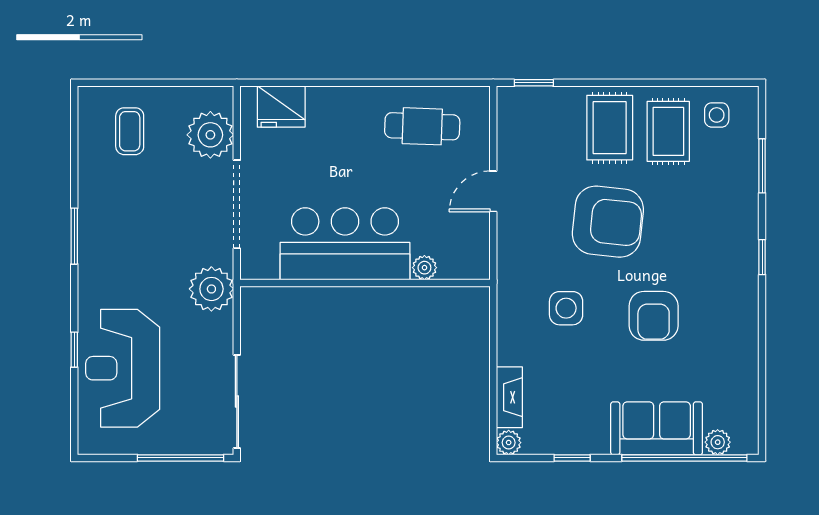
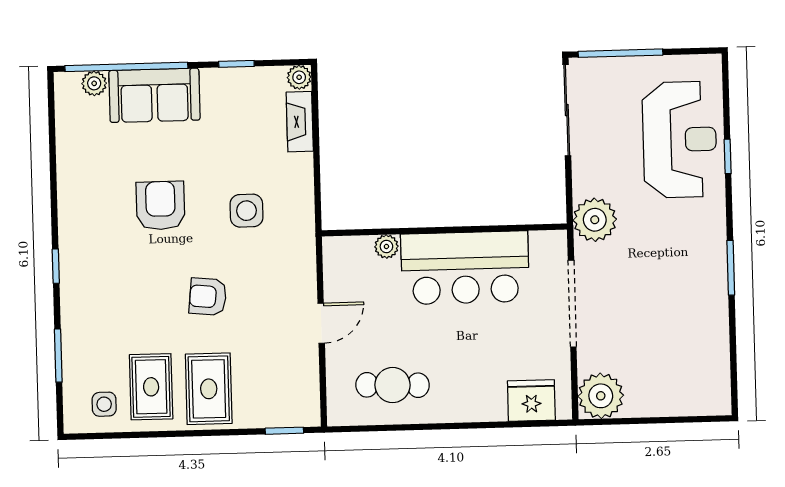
coffee table: (130, 131) -> (679, 372), removed
plant: (210, 135) -> (601, 396), moved
armchair: (608, 222) -> (208, 297), width x0.53, depth x0.53

